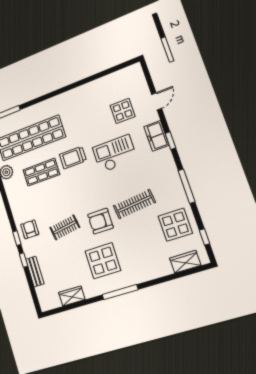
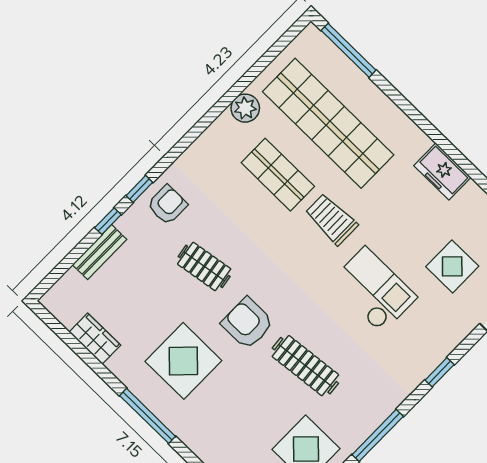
freezer: (156, 136) -> (442, 172), moved, turned -90

